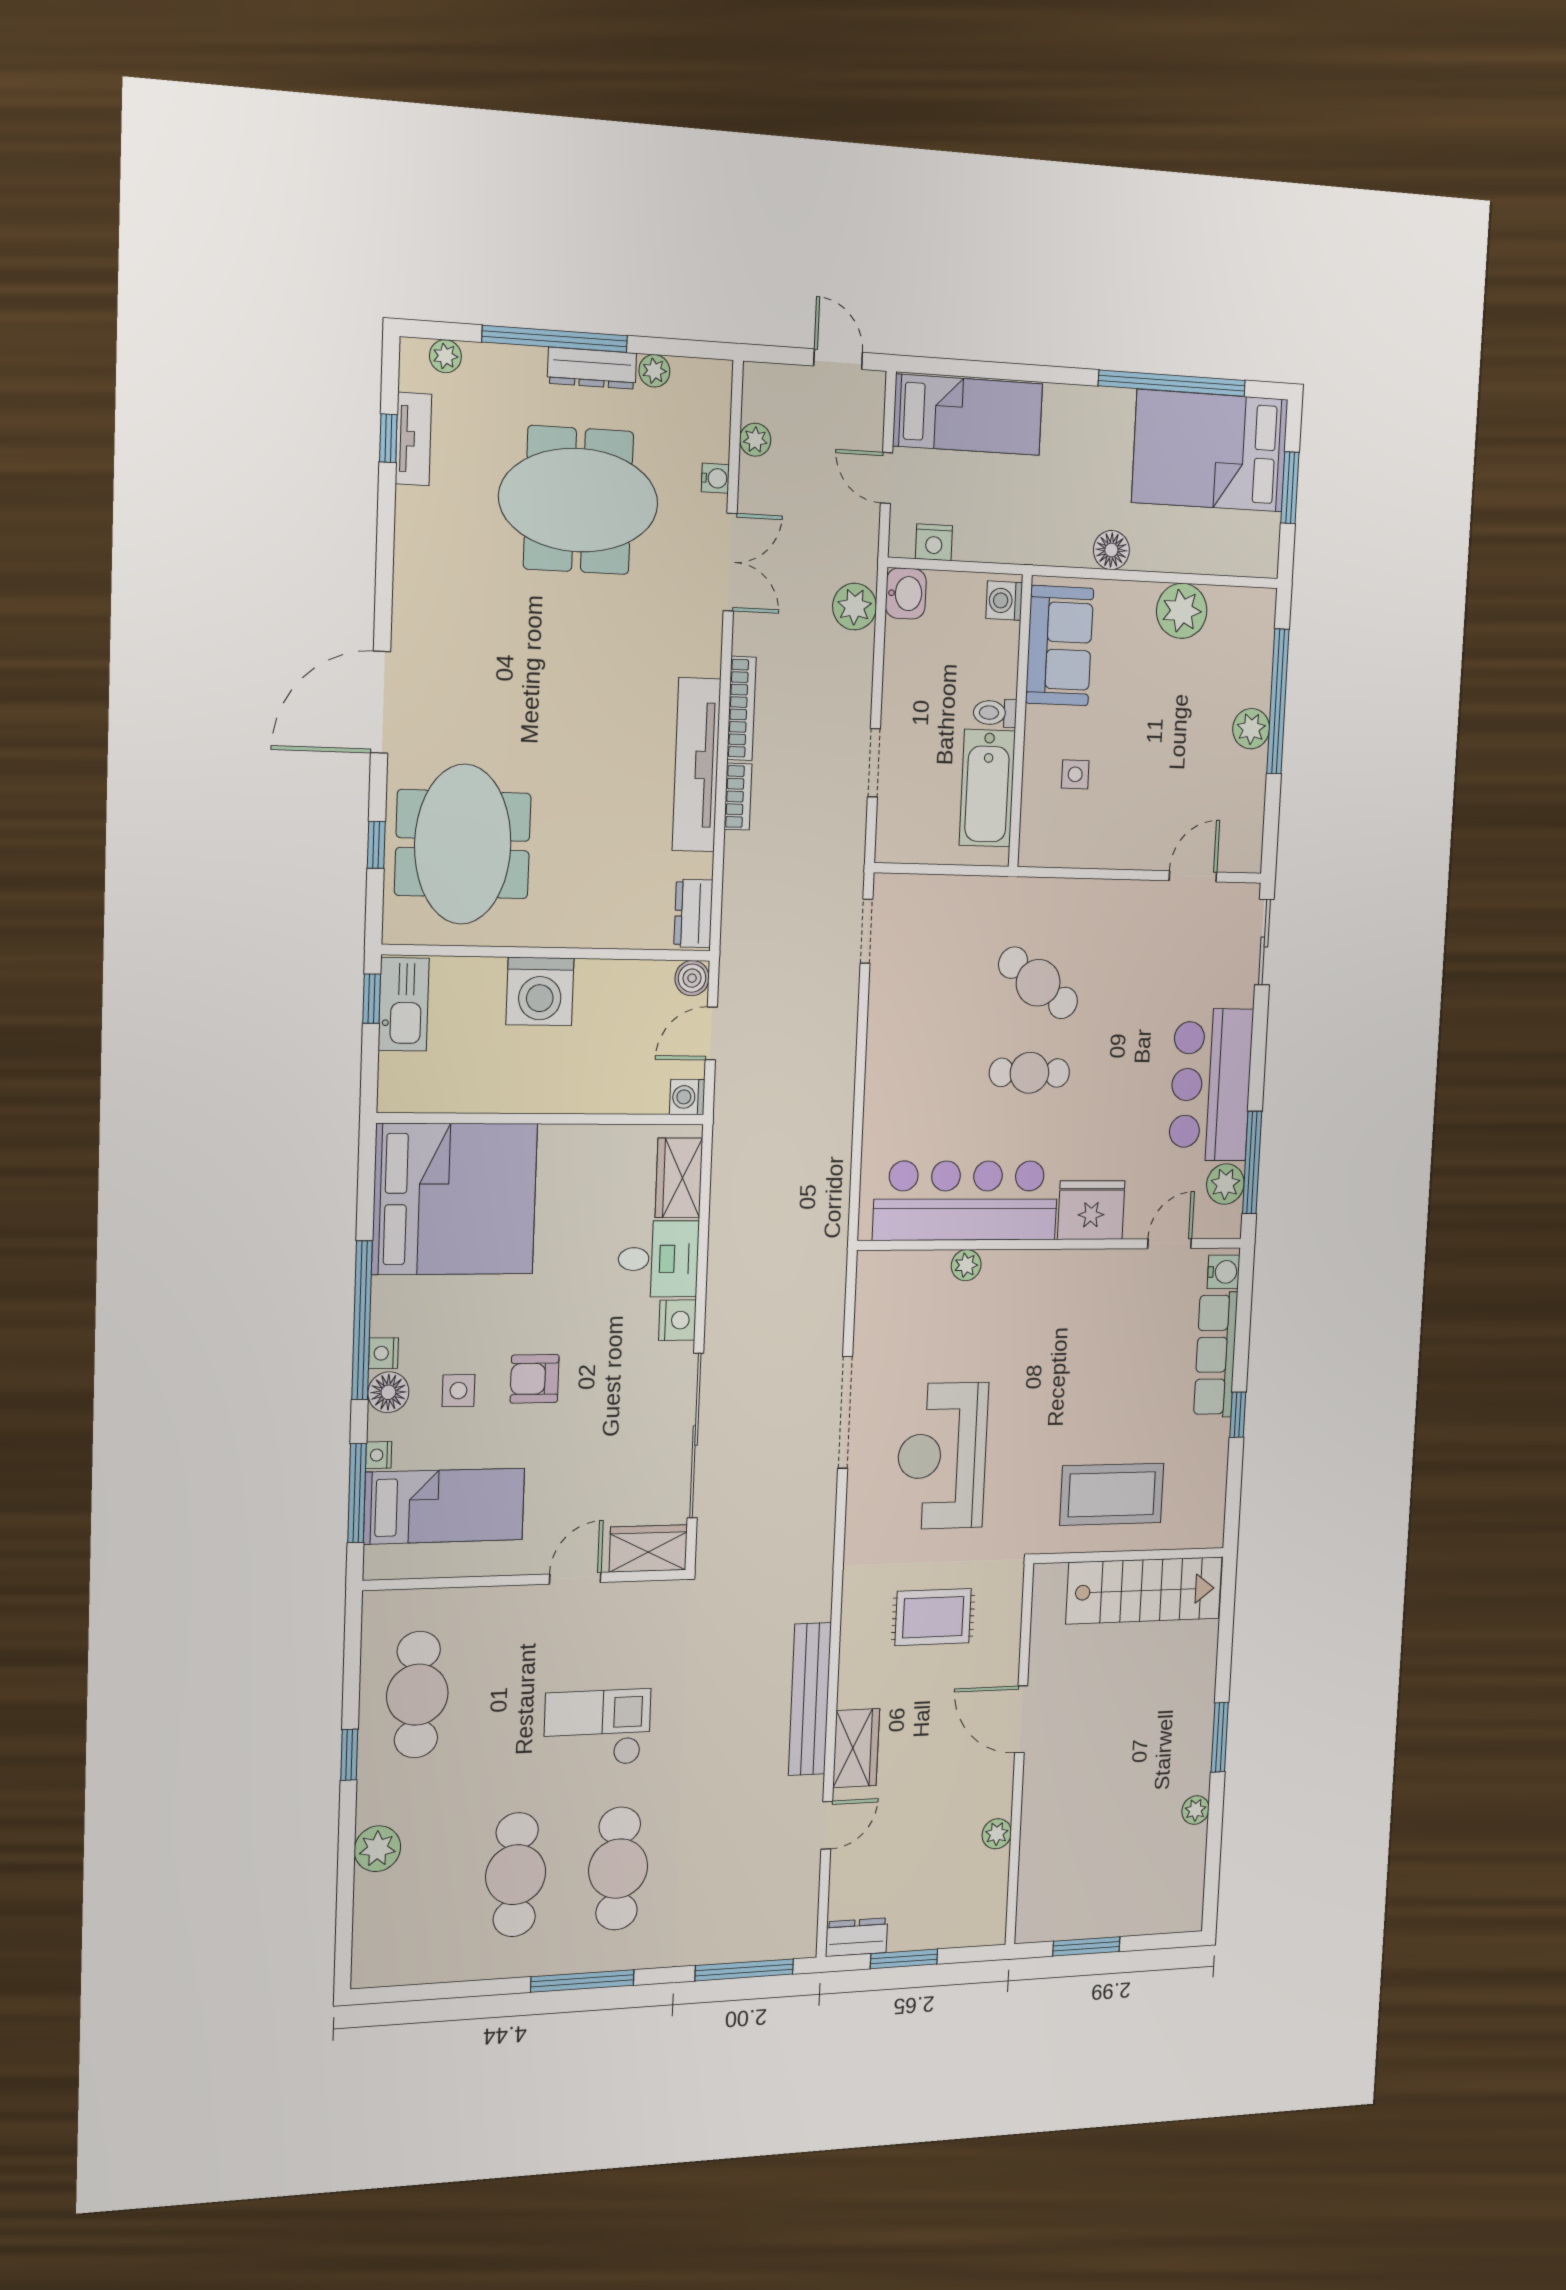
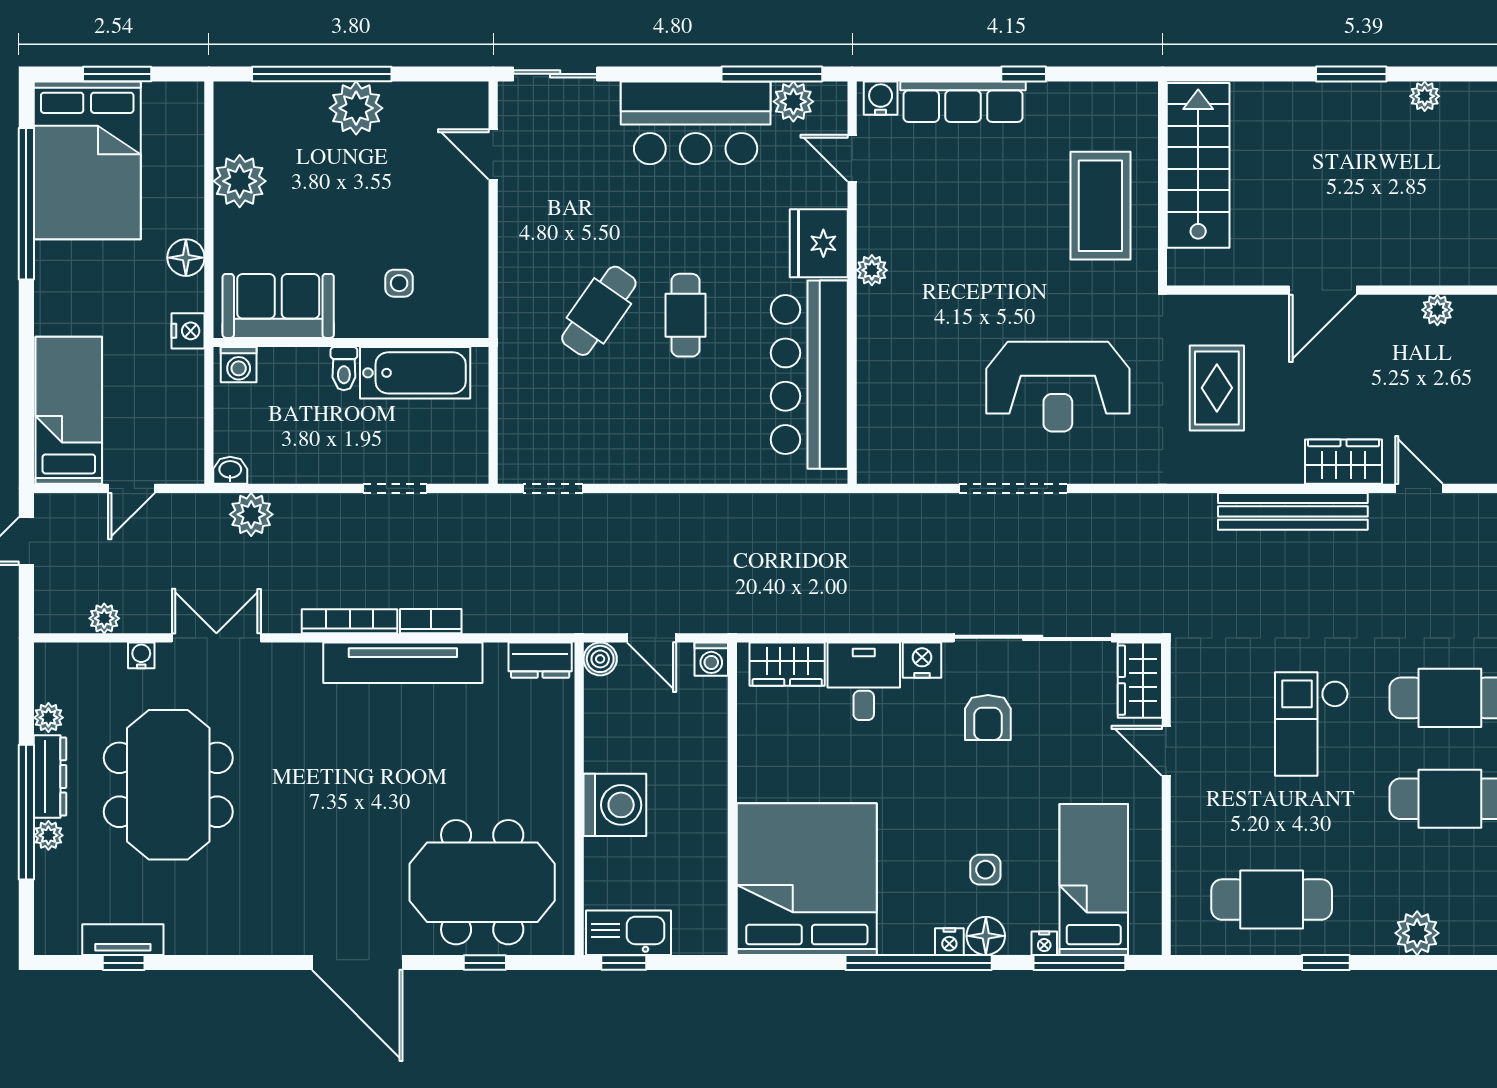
plant: (445, 356) -> (48, 835), moved
nightstand: (934, 542) -> (188, 331), moved
washbasin: (906, 593) -> (230, 470), width x0.72, depth x0.69
plant: (1251, 729) -> (356, 108), width x1.36, depth x1.36
plant: (966, 1265) -> (872, 270), moved
armchair: (535, 1379) -> (988, 718), moved

